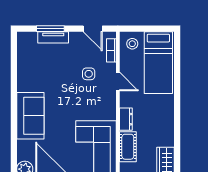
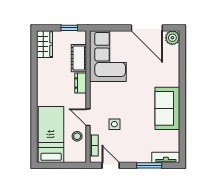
tv unit: (53, 37) -> (166, 157), moved
stool: (132, 44) -> (77, 136), moved
sofa: (30, 116) -> (167, 108), moved

